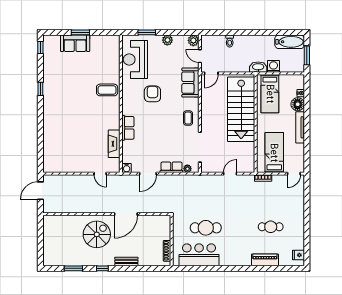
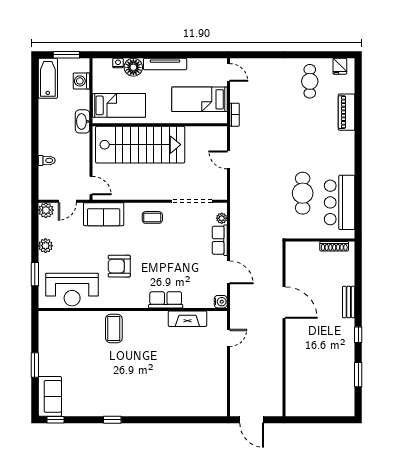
sofa: (75, 43) -> (50, 396), moved
washing machine: (273, 66) -> (81, 81), moved
cafe table: (271, 227) -> (310, 81), moved
spiral stairs: (97, 234) -> (312, 342), removed

